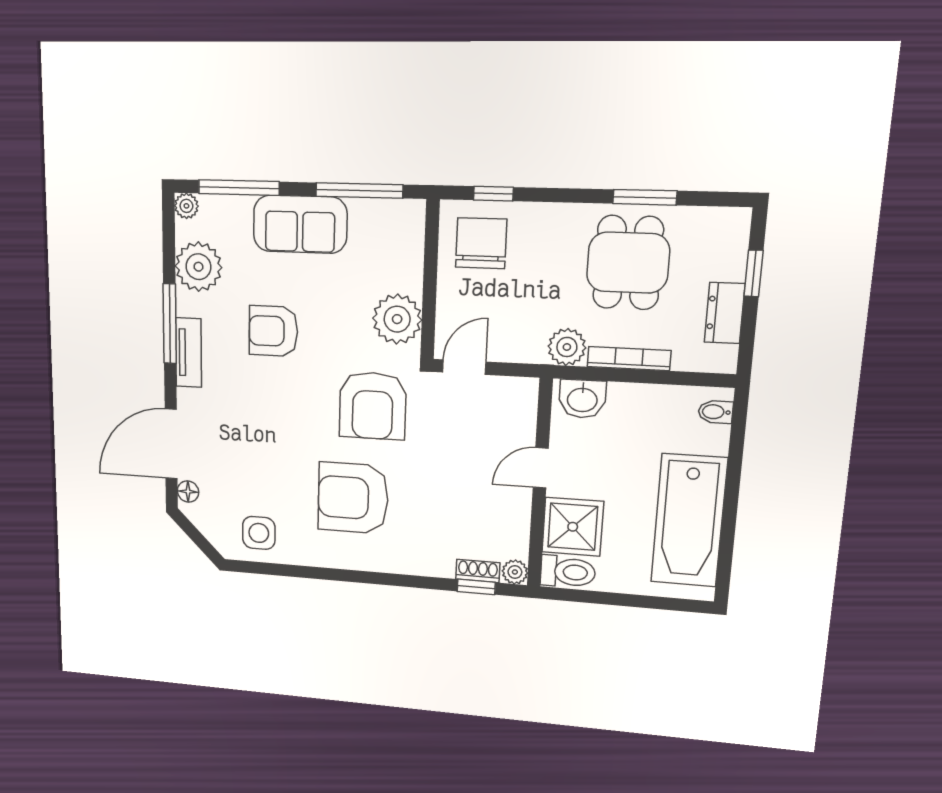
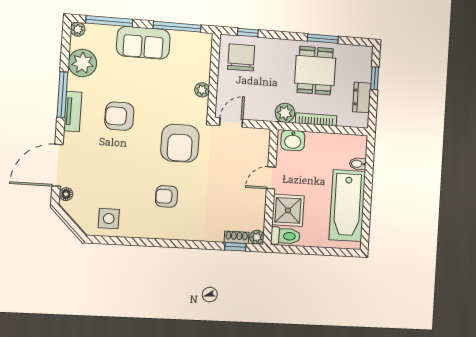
plant: (397, 319) -> (202, 90), width x0.53, depth x0.53
armchair: (273, 331) -> (119, 116), moved
bidet: (716, 412) -> (358, 164), moved
armchair: (353, 498) -> (167, 196), width x0.53, depth x0.53

